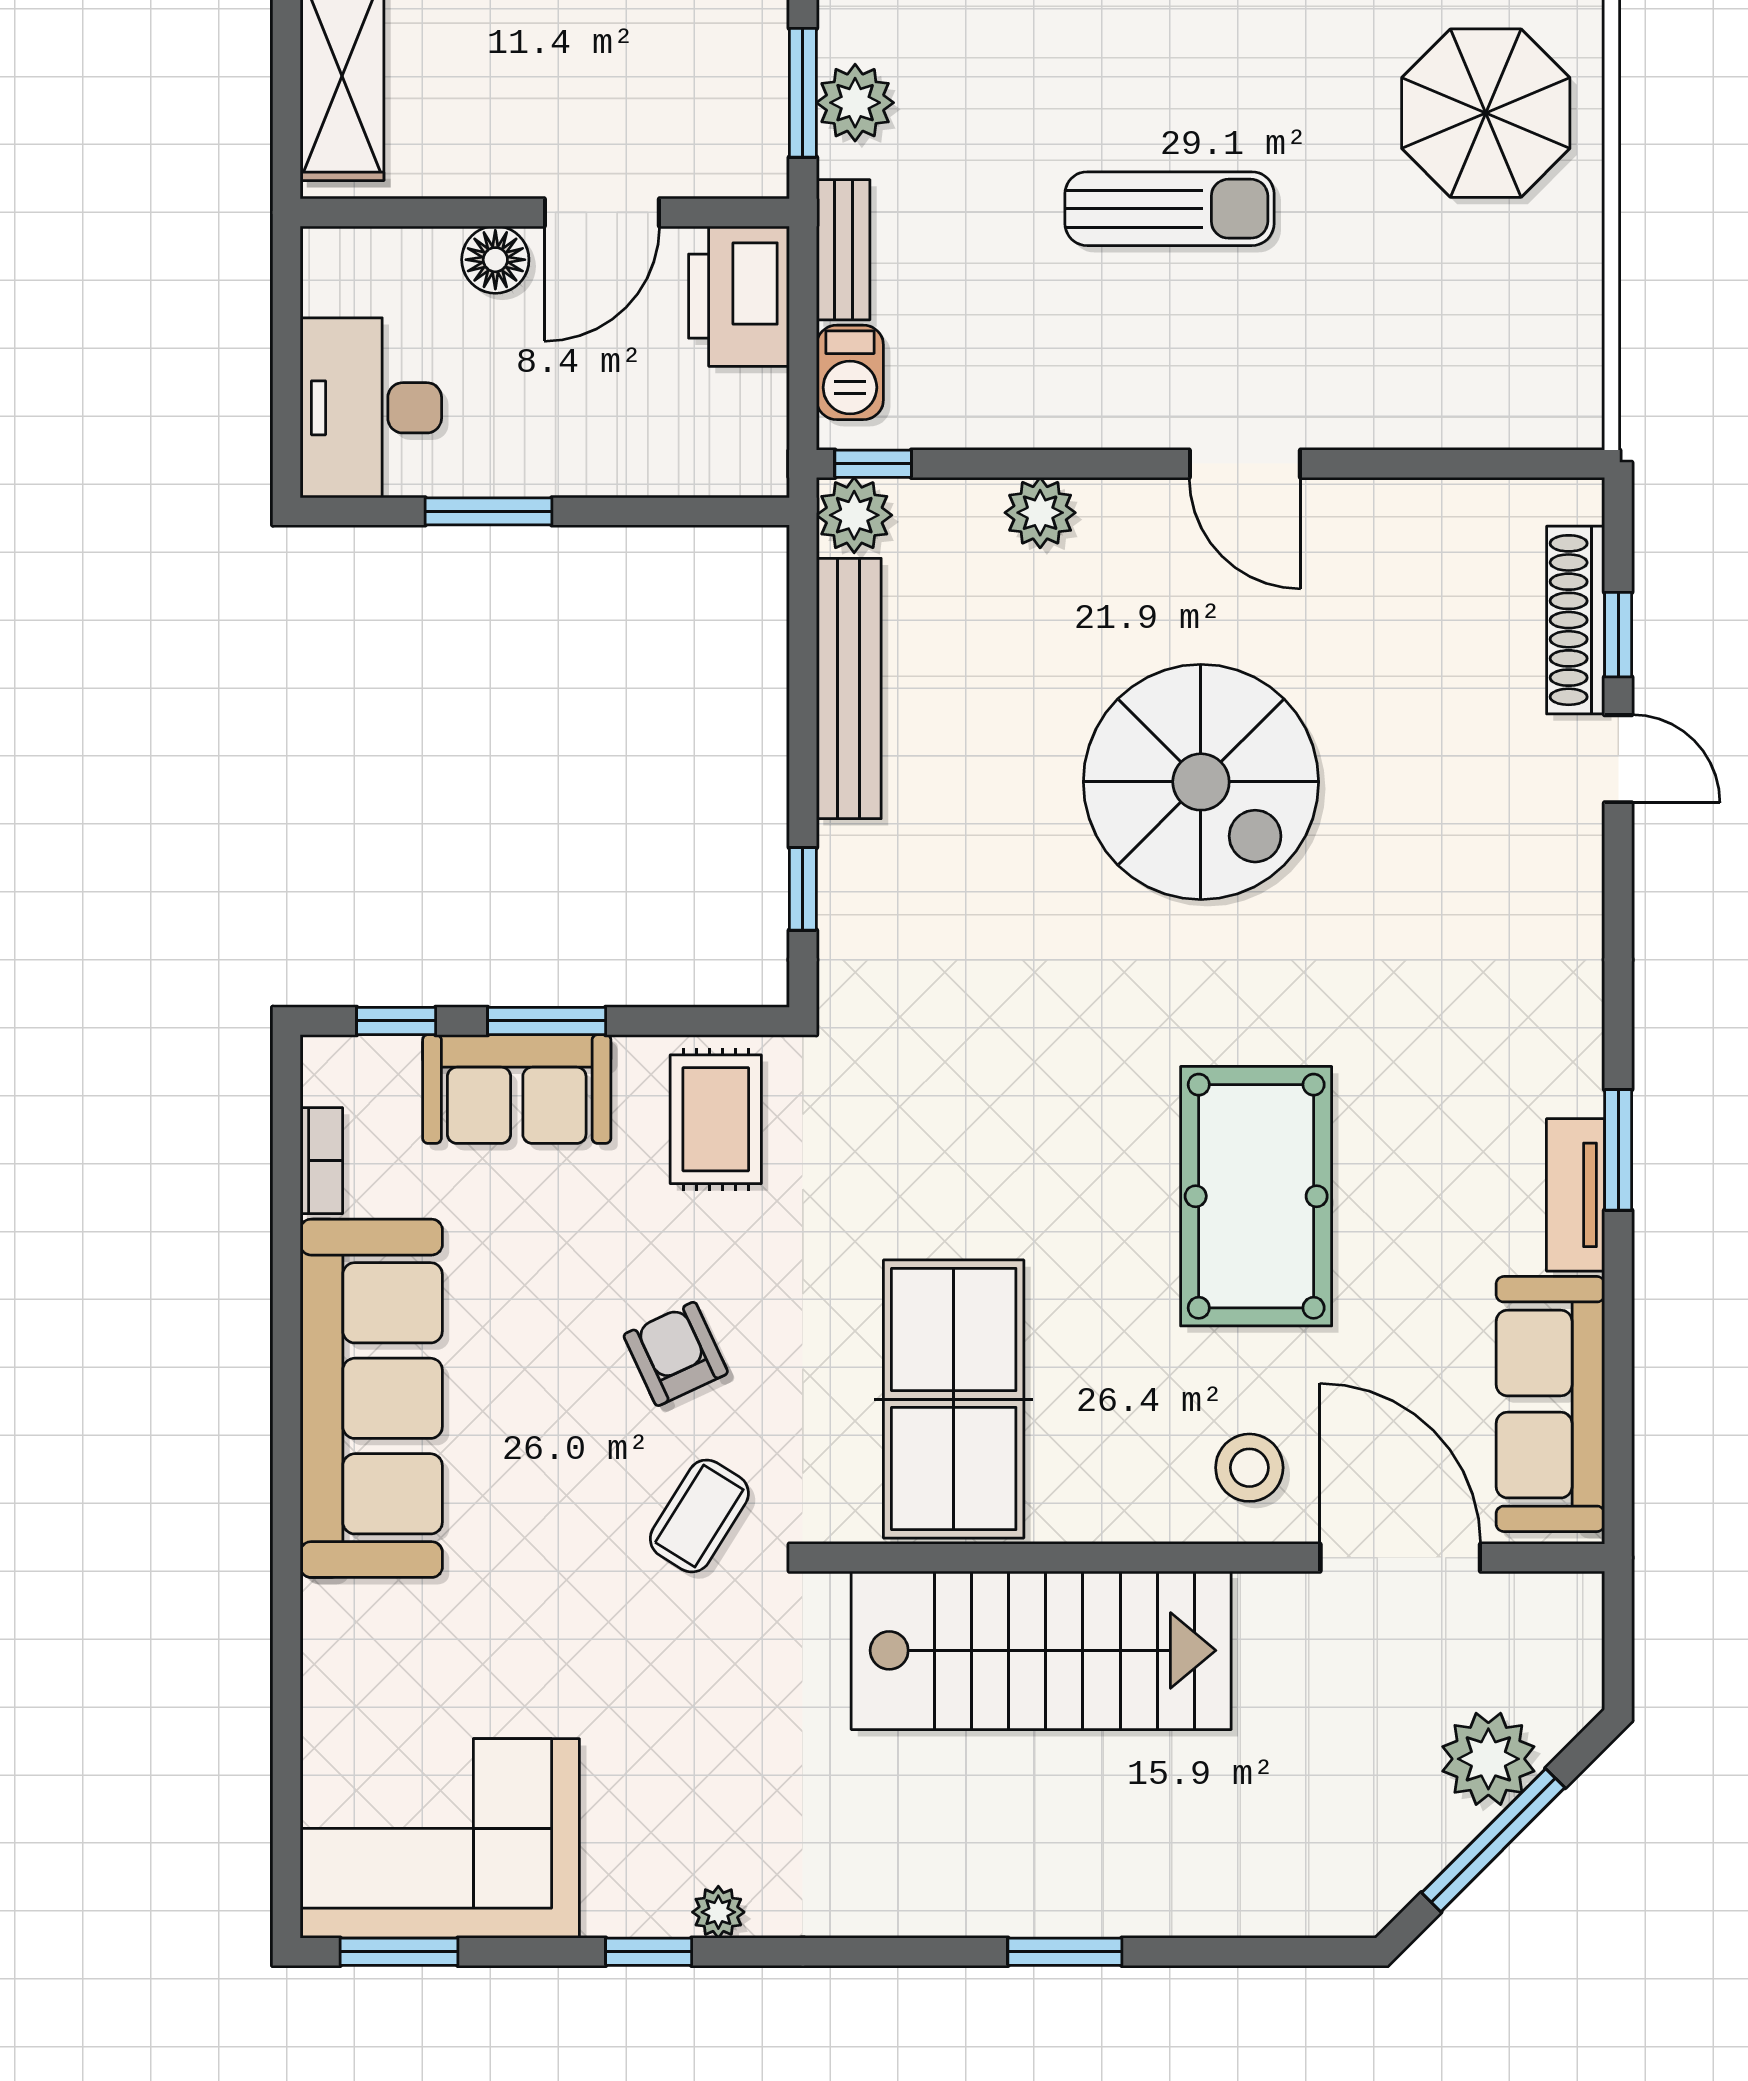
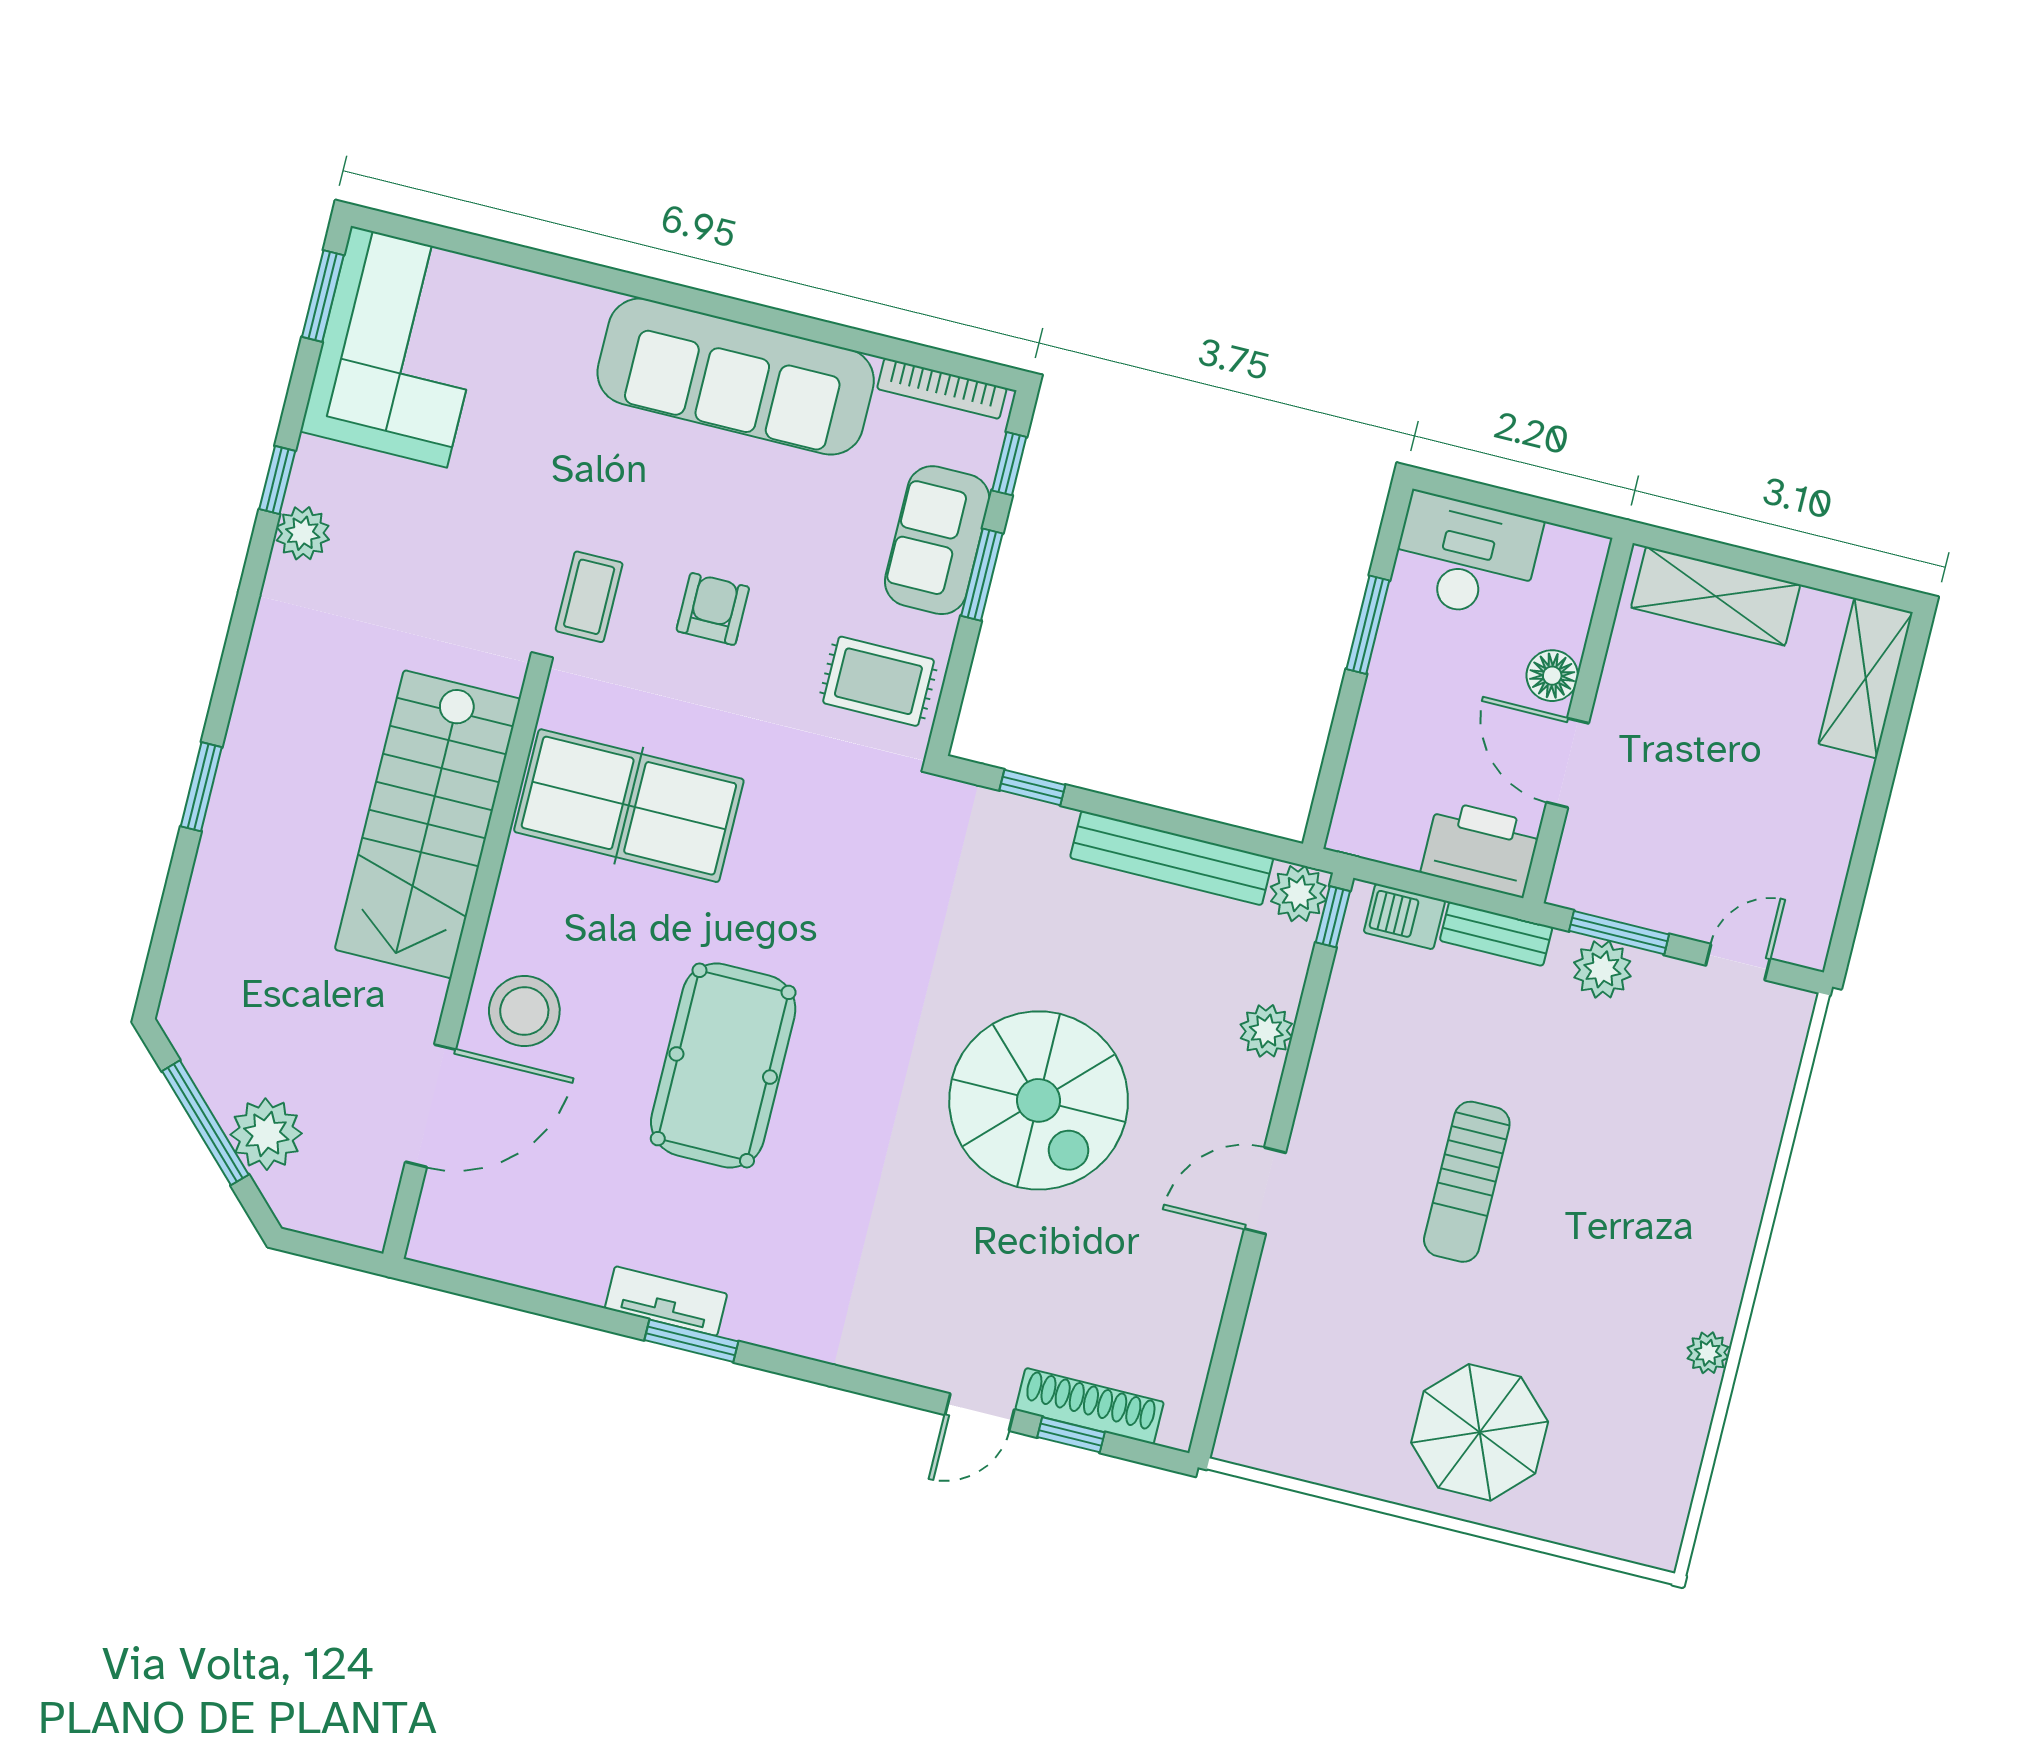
spiral stairs: (1201, 782) -> (1039, 1100), turned -90
bookcase: (321, 1161) -> (942, 389), width x1.56
pool table: (1256, 1196) -> (723, 1066), turned 90
armchair: (676, 1354) -> (713, 609), turned -65
sofa: (1550, 1404) -> (516, 1244), removed
stool: (1249, 1468) -> (524, 1011), width x1.38, depth x1.38
coffee table: (699, 1516) -> (589, 597), turned 58
plant: (718, 1912) -> (303, 533), width x1.38, depth x1.38

